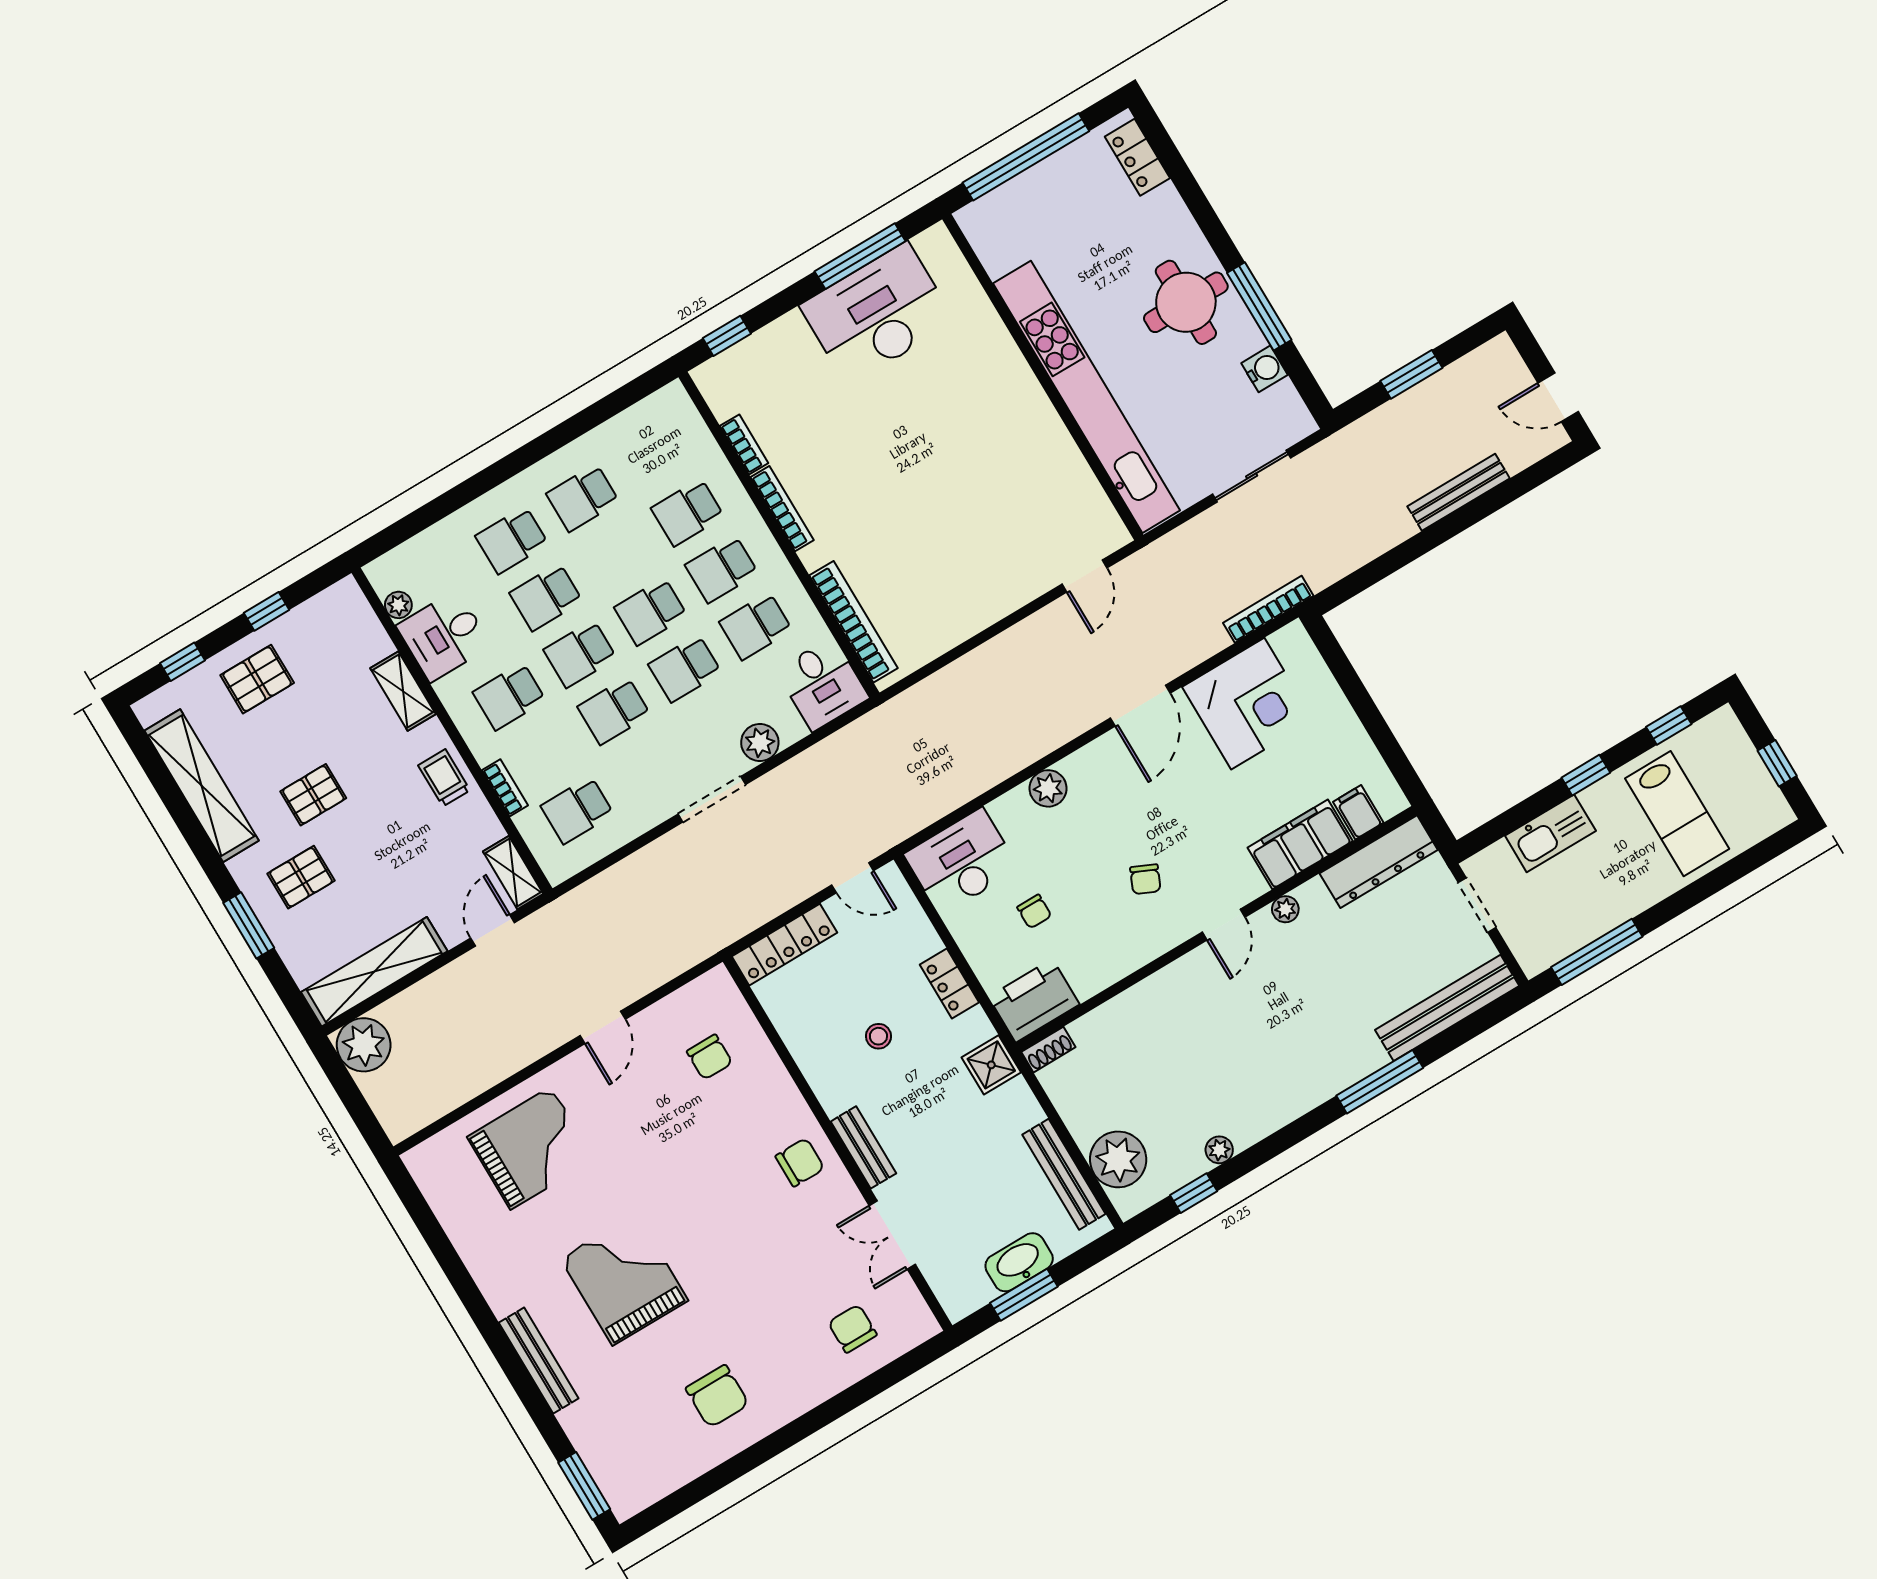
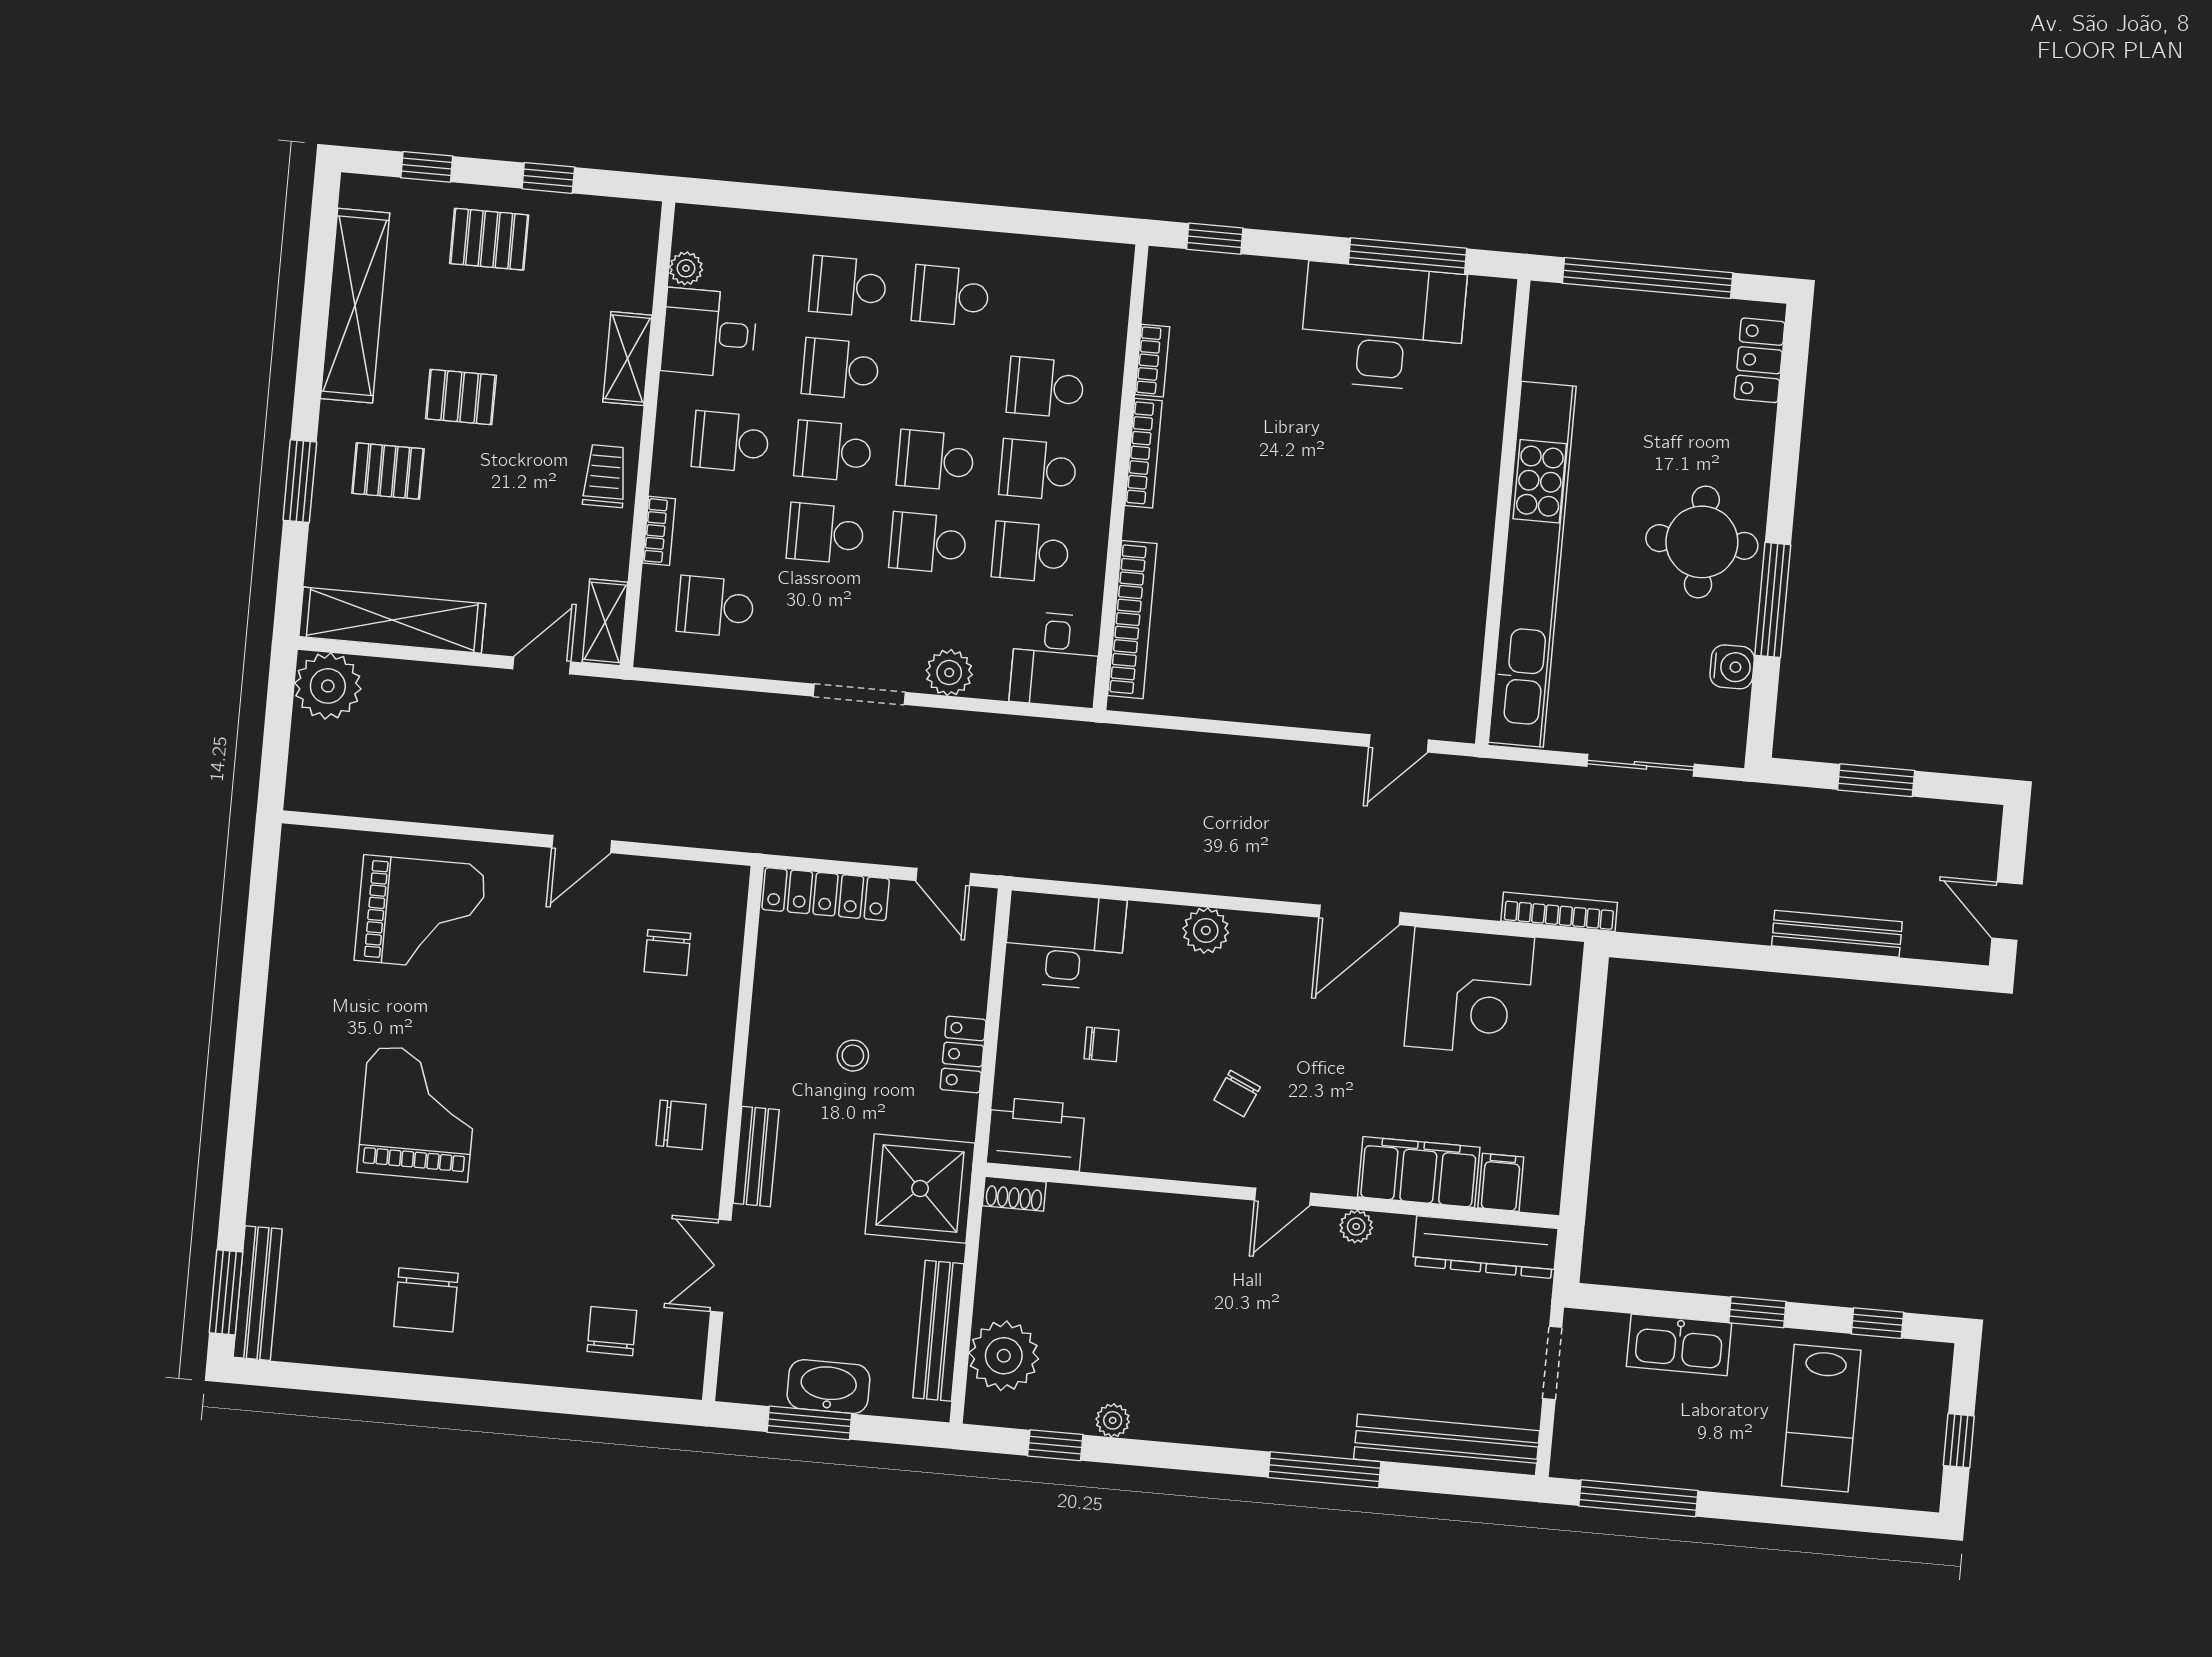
chair: (1034, 912) -> (1101, 1044), turned -90
shower: (991, 1065) -> (920, 1188), width x1.86, depth x1.86
bench: (539, 1361) -> (258, 1293), moved

